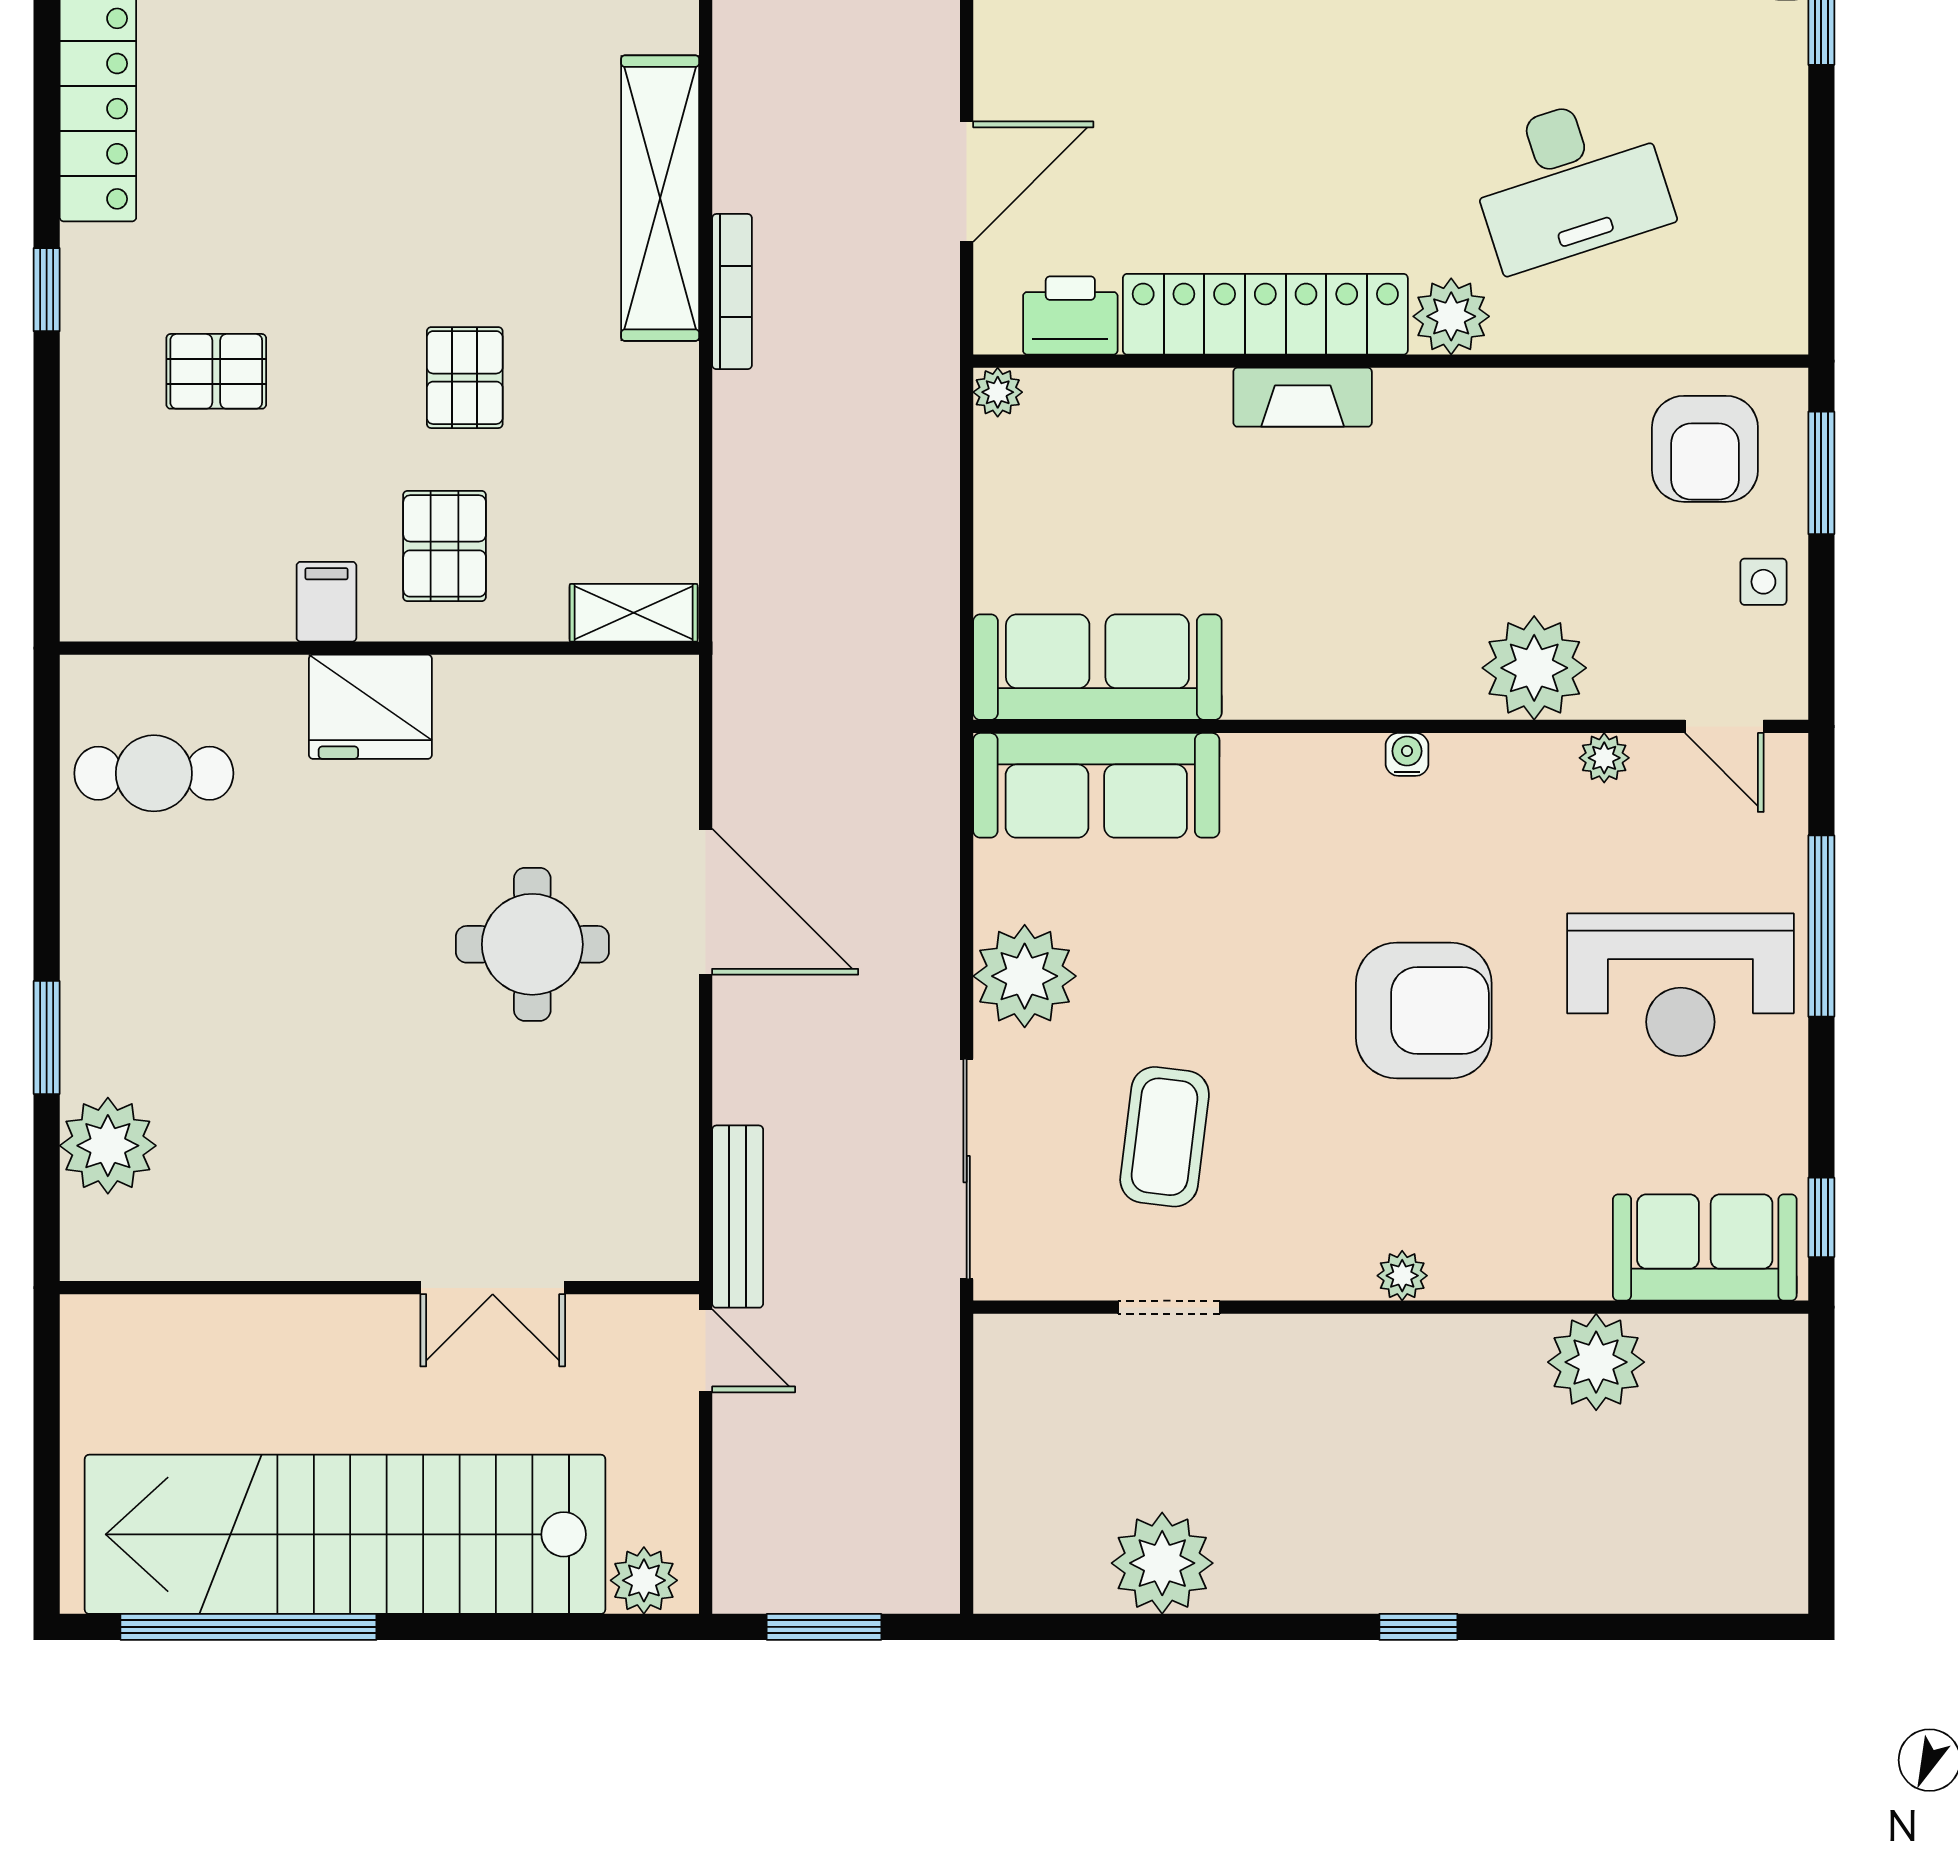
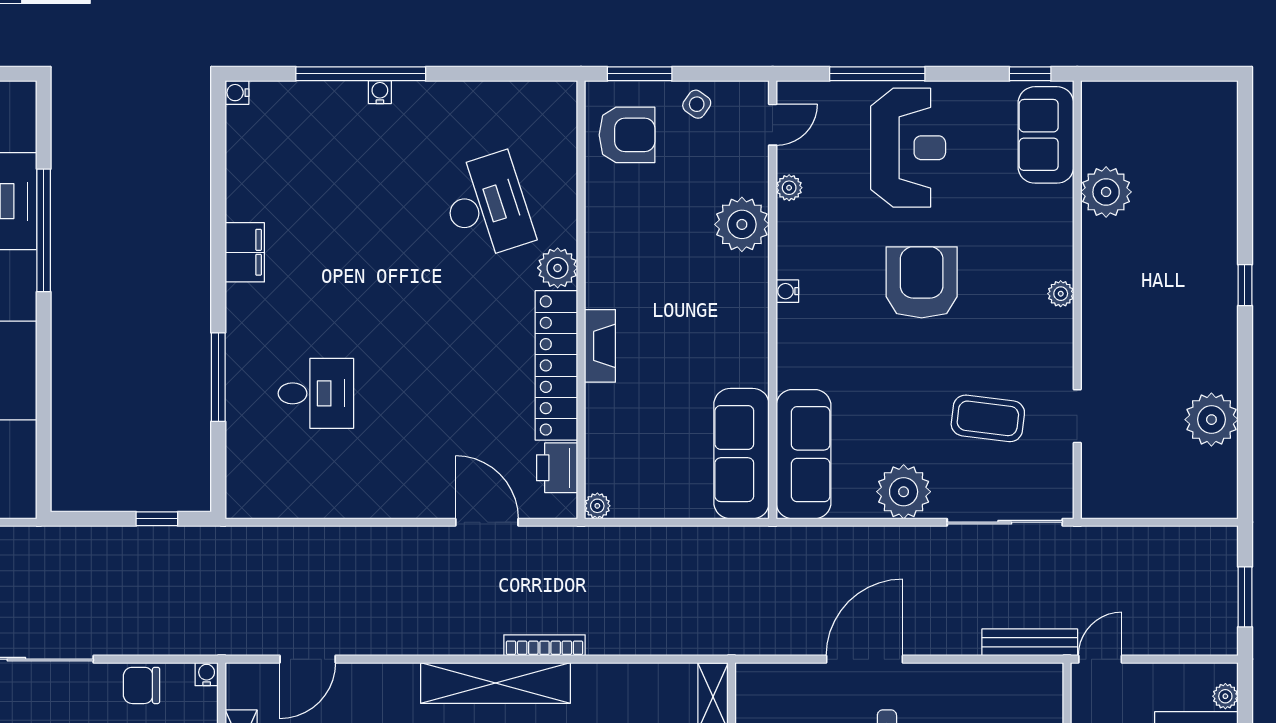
side table: (1763, 582) -> (697, 104), turned 35
plant: (644, 1580) -> (1225, 696), width x0.73, depth x0.73

